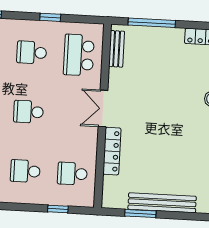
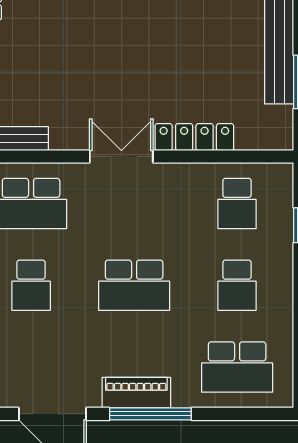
double door: (103, 108) -> (121, 157), swing flipped
school desk: (28, 112) -> (134, 285), width x1.85

